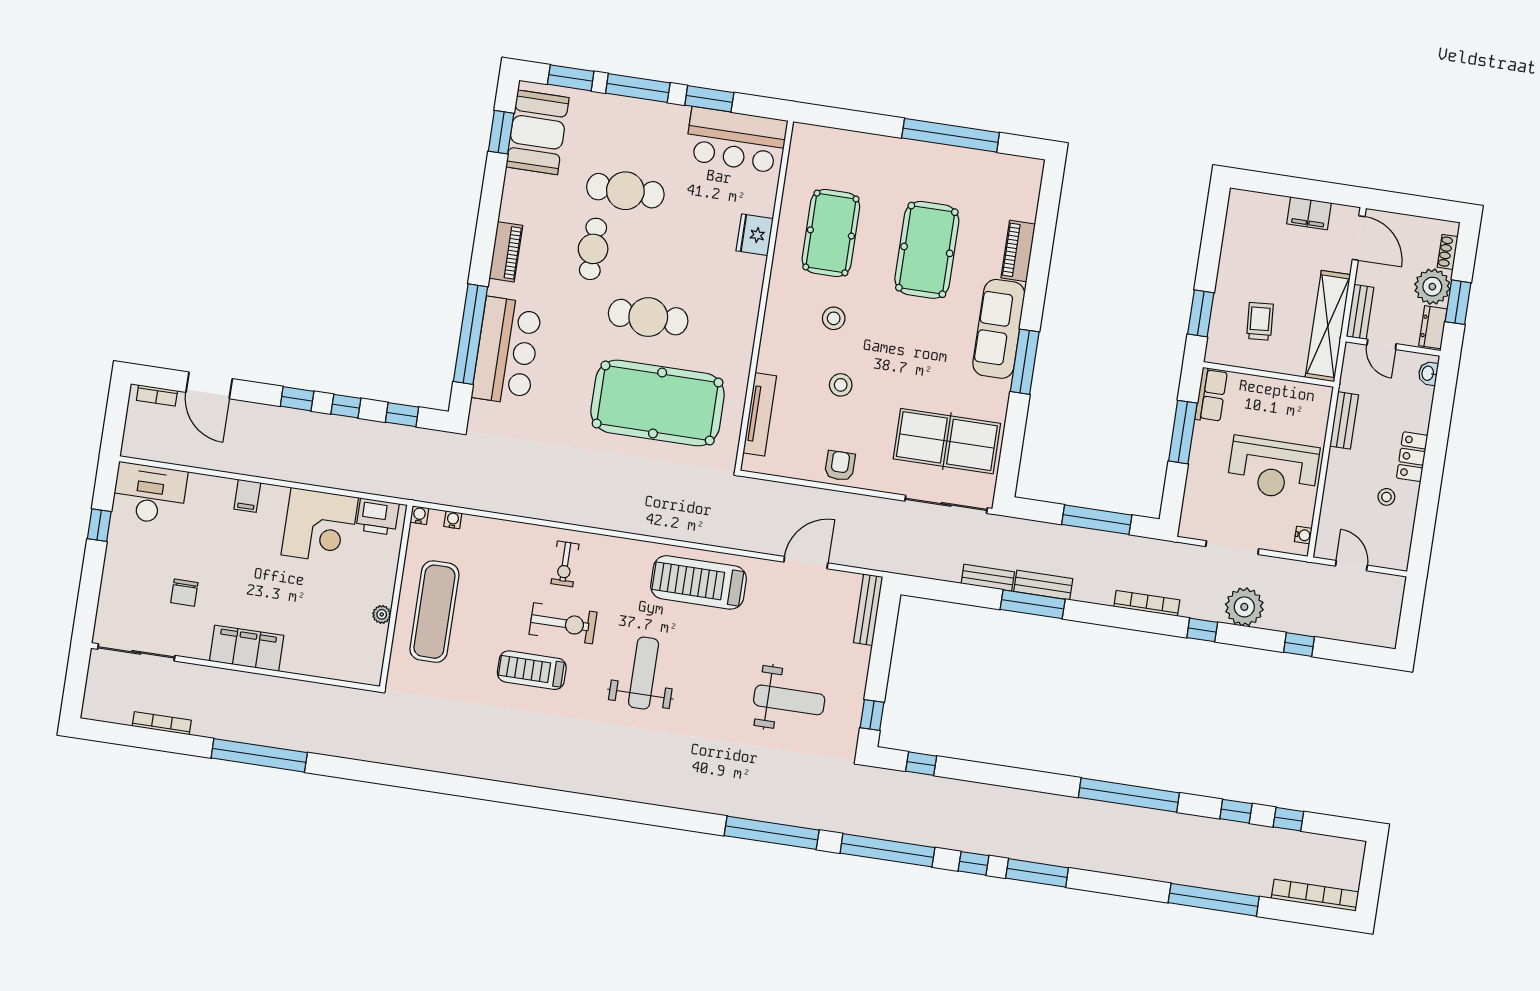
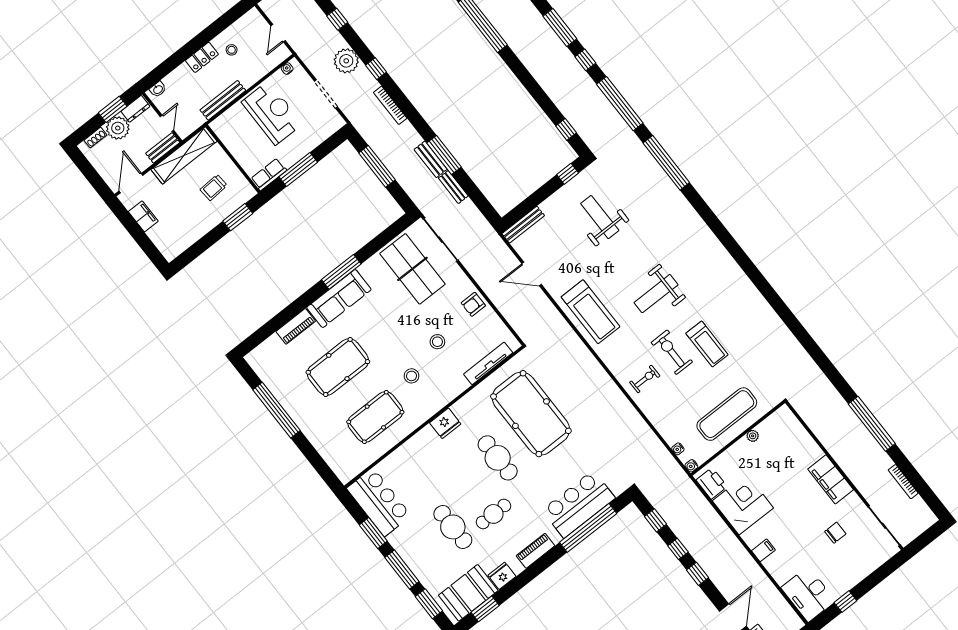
fridge: (517, 188) -> (502, 576), added
fridge: (755, 235) -> (445, 423), moved
bench: (1344, 420) -> (223, 100), width x1.36

